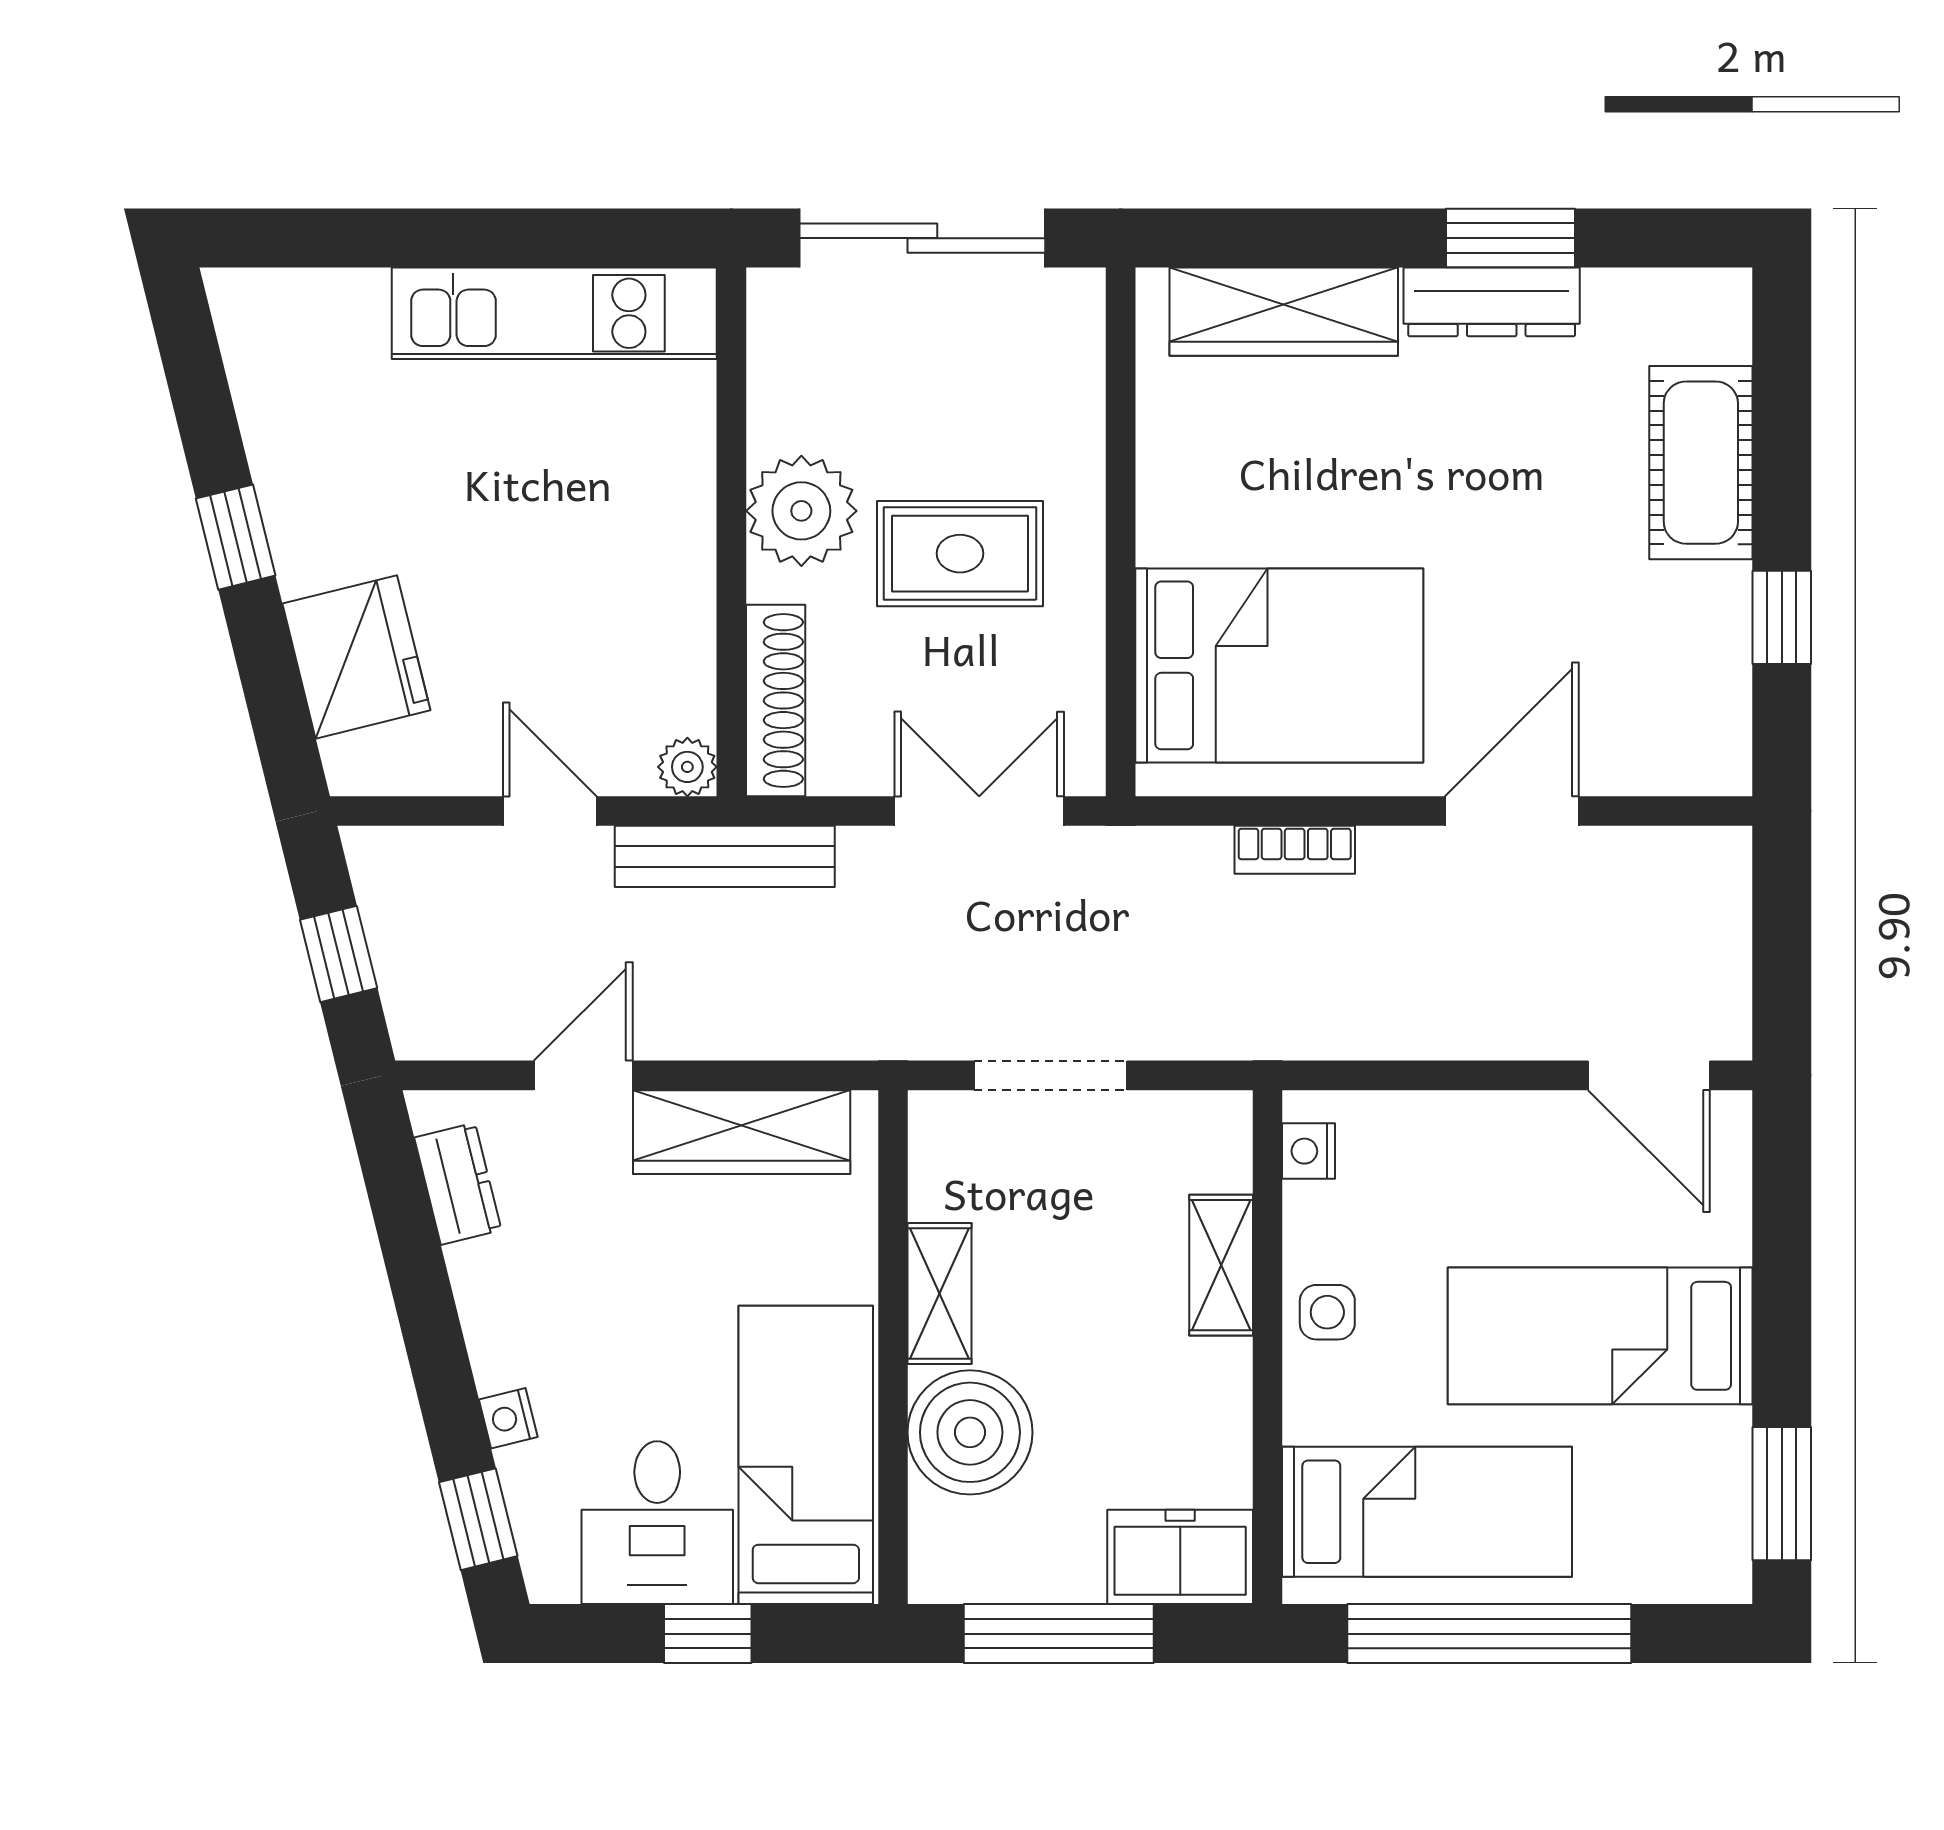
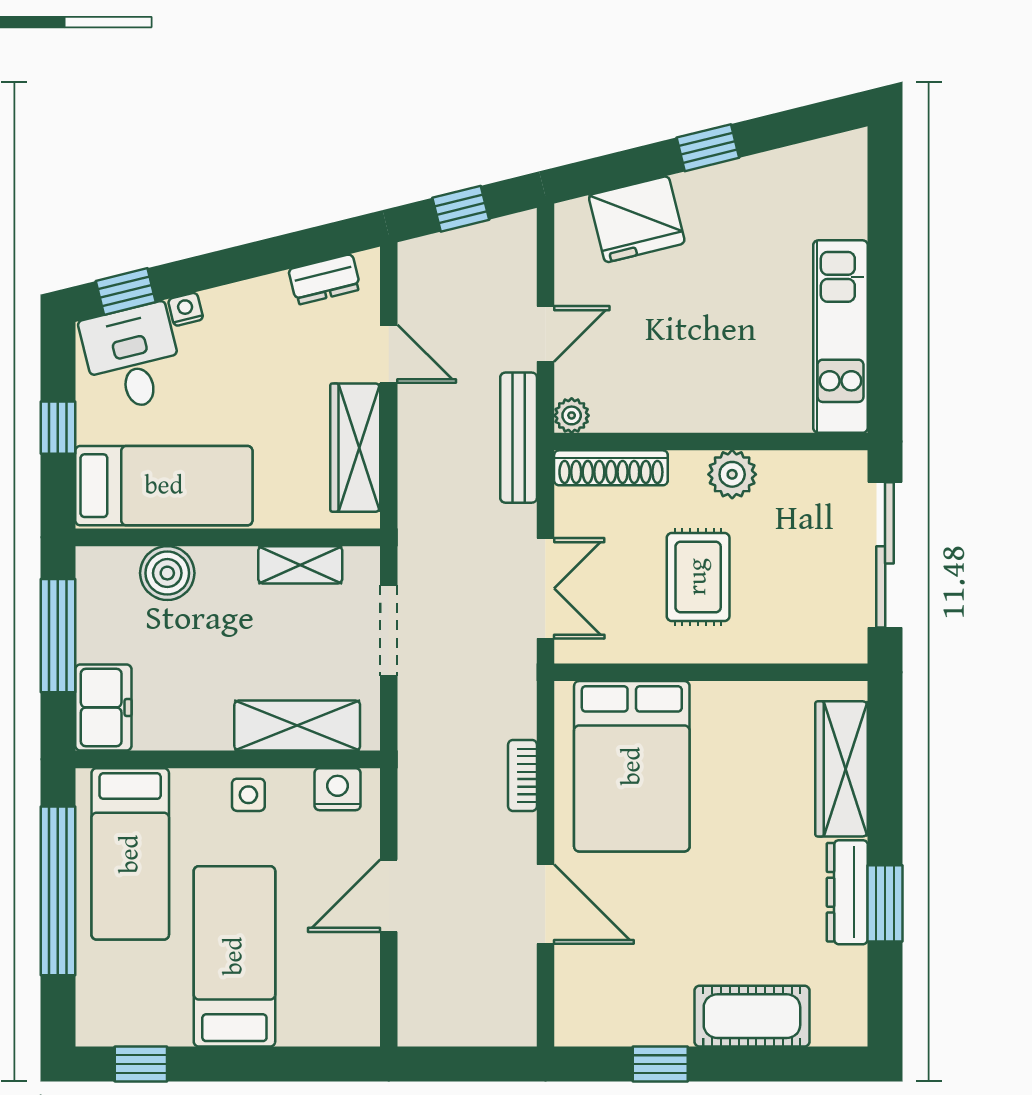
plant: (801, 511) -> (732, 474), width x0.73, depth x0.73
door: (1649, 1075) -> (389, 896), moved
nightstand: (1309, 1151) -> (338, 789), width x1.39, depth x1.35
shelving: (1221, 1265) -> (297, 726), width x1.50, depth x1.33
shelving: (939, 1293) -> (300, 565), moved
boiler: (970, 1432) -> (167, 573), width x0.73, depth x0.73
window: (1782, 1494) -> (141, 1064), width x0.67
desk: (657, 1523) -> (132, 358), moved, turned 76

